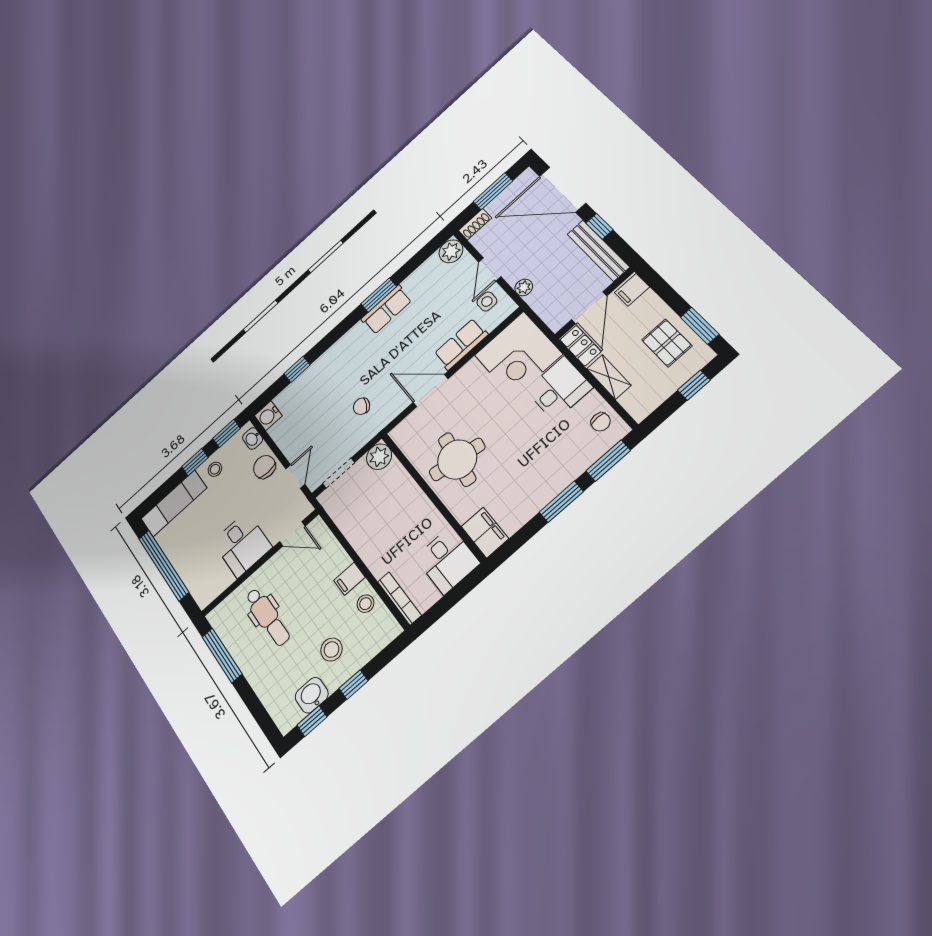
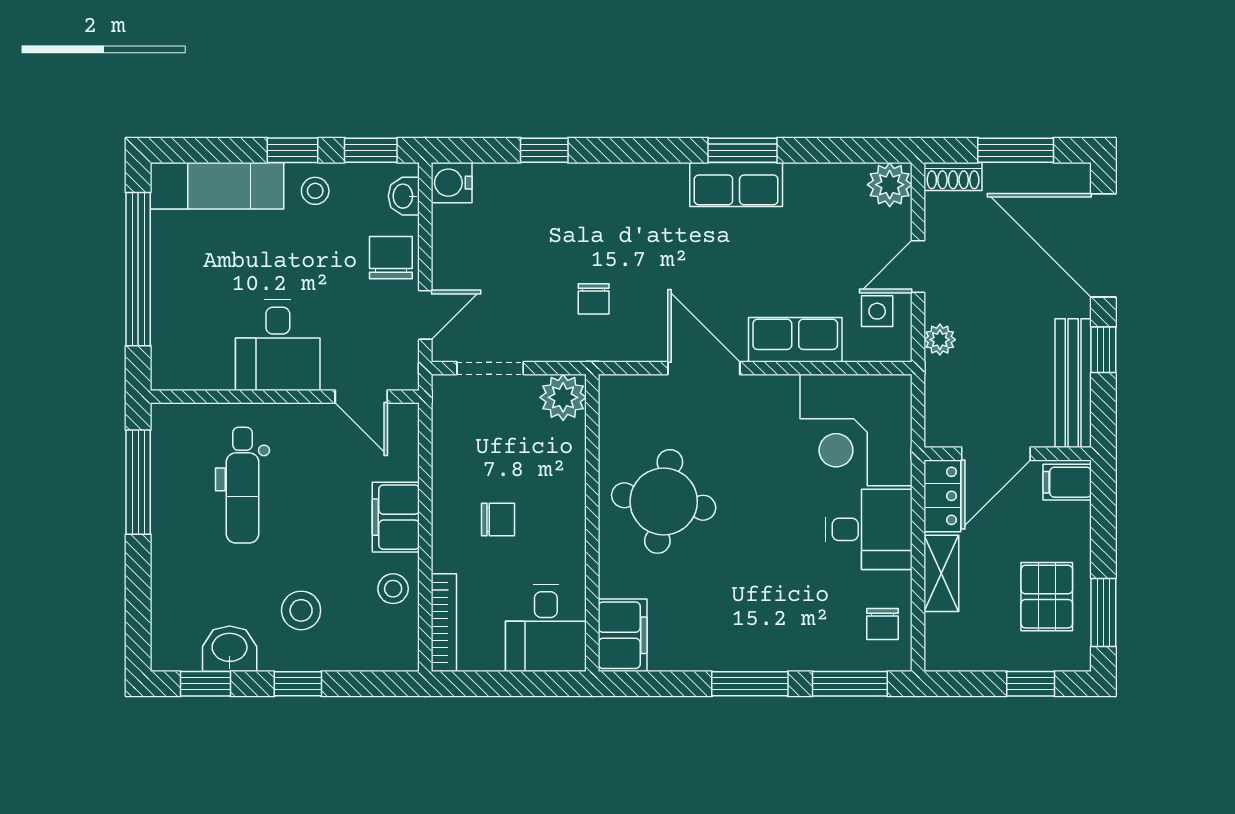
chair: (362, 406) -> (594, 299), turned -116
chair: (390, 532) -> (498, 519), added
filing cabinet: (349, 579) -> (396, 517), width x2.00

